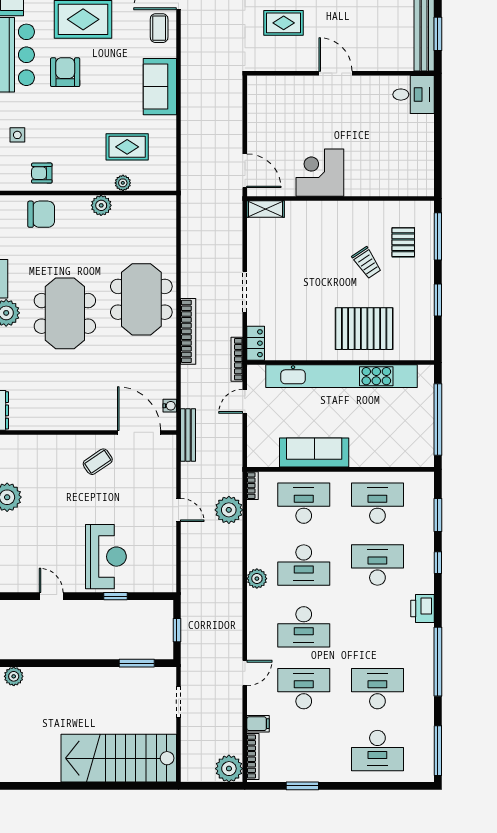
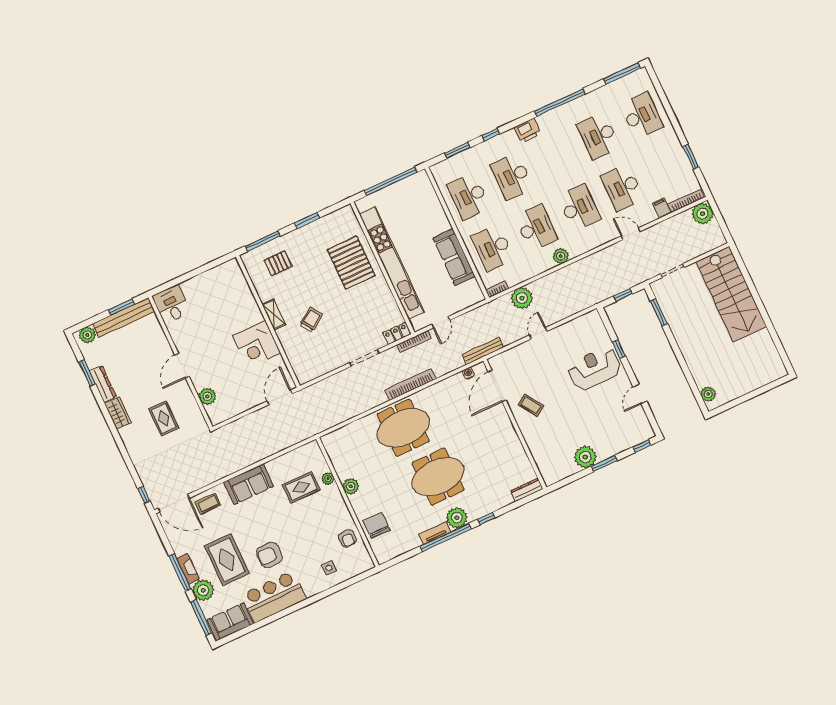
plant: (286, 86) -> (207, 396), added
rug: (127, 147) -> (301, 487), turned 90
shelving: (266, 209) -> (274, 315), moved
trolley: (367, 263) -> (311, 320), moved
door: (245, 401) -> (441, 322), hinge flipped

